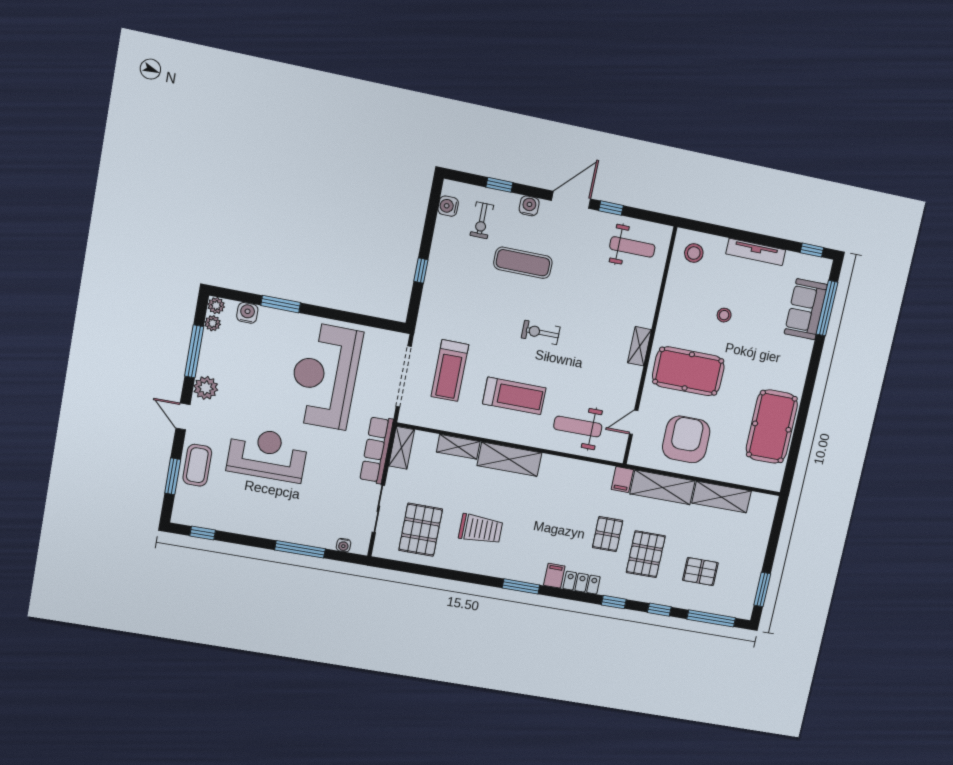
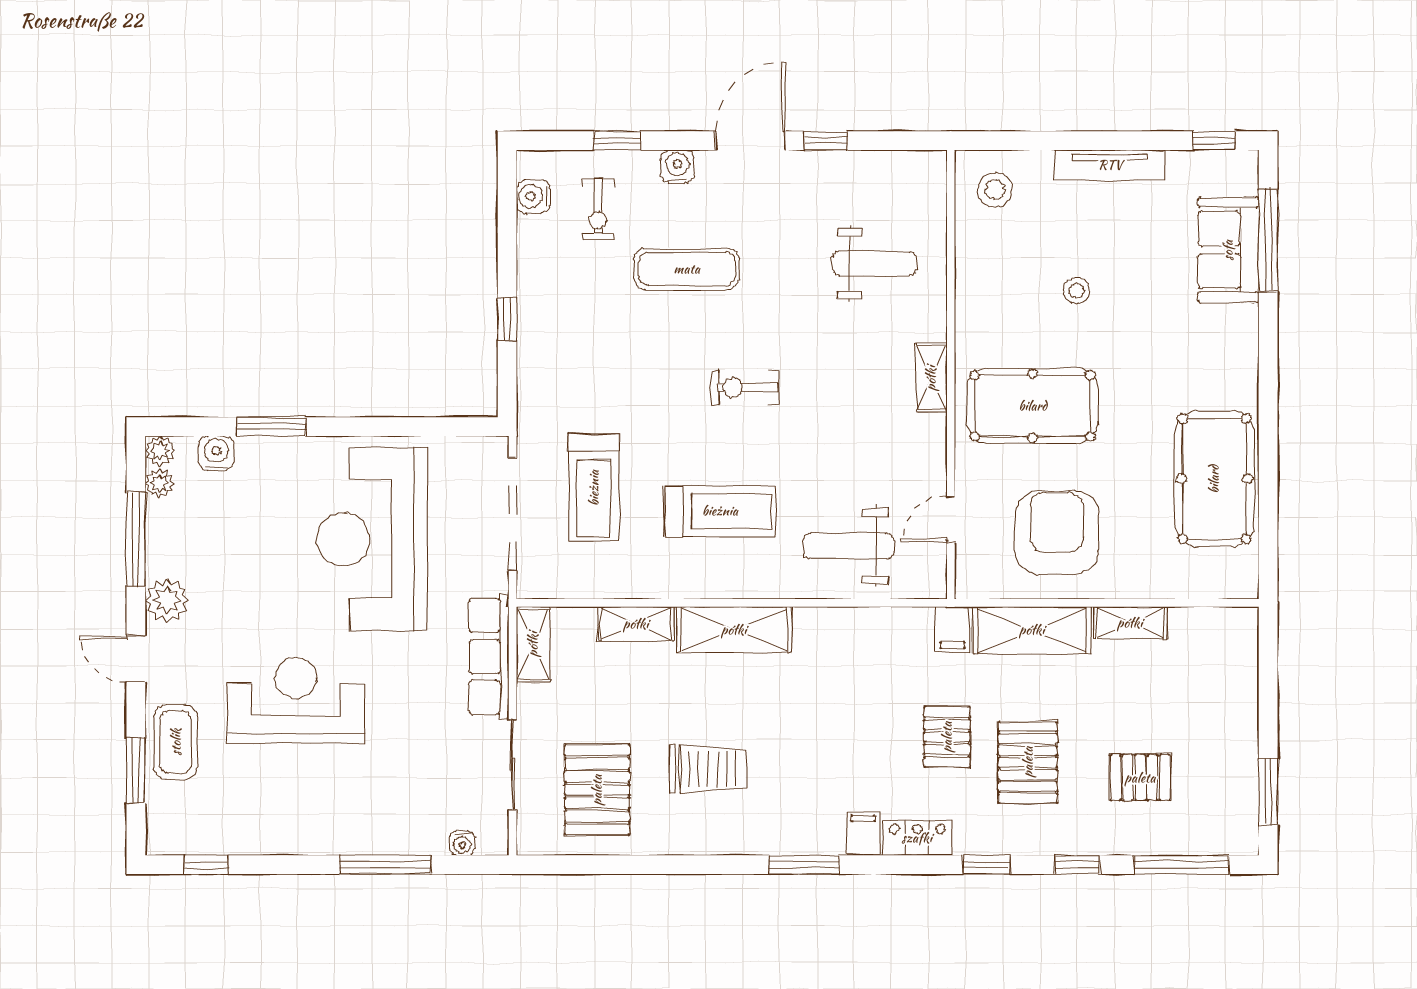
weight bench: (632, 247) -> (875, 263), moved
shelving: (722, 497) -> (1130, 623), width x0.67, depth x0.75

